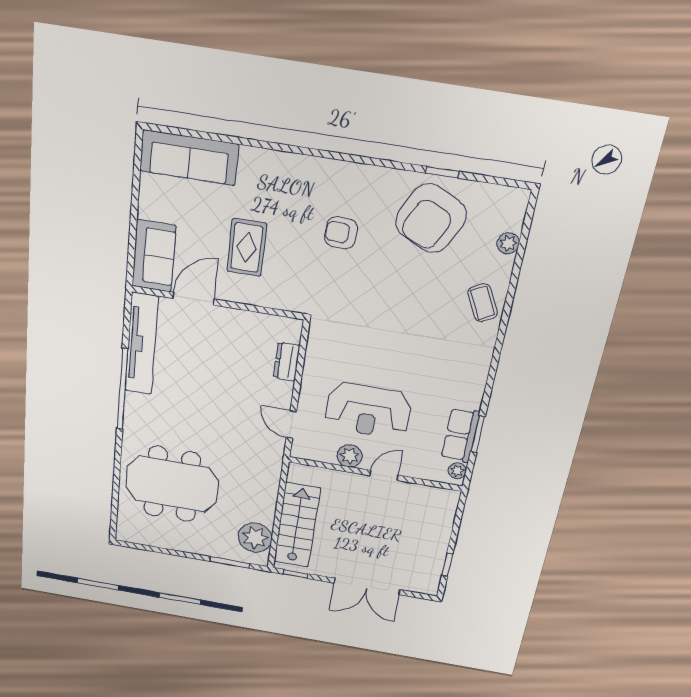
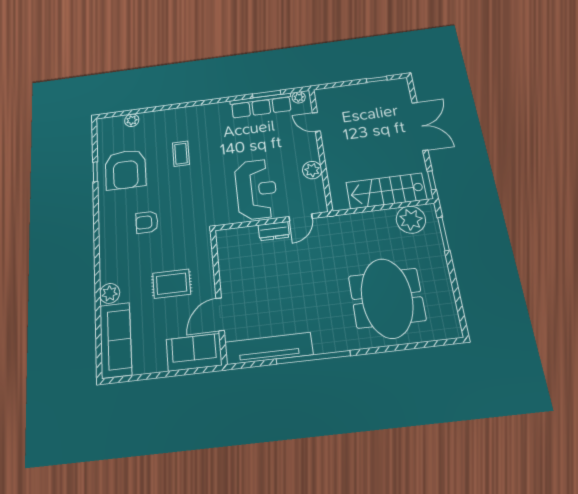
plant: (254, 161) -> (110, 293), added
armchair: (431, 218) -> (125, 170), turned 64
armchair: (341, 233) -> (147, 222), turned 88
door: (194, 299) -> (220, 314), hinge flipped
coffee table: (483, 303) -> (181, 154), moved, turned -63
dresser: (287, 362) -> (274, 231), moved
reception desk: (368, 411) -> (256, 189), moved
row of seats: (460, 435) -> (261, 106), width x1.48
door: (384, 475) -> (316, 122), moved

